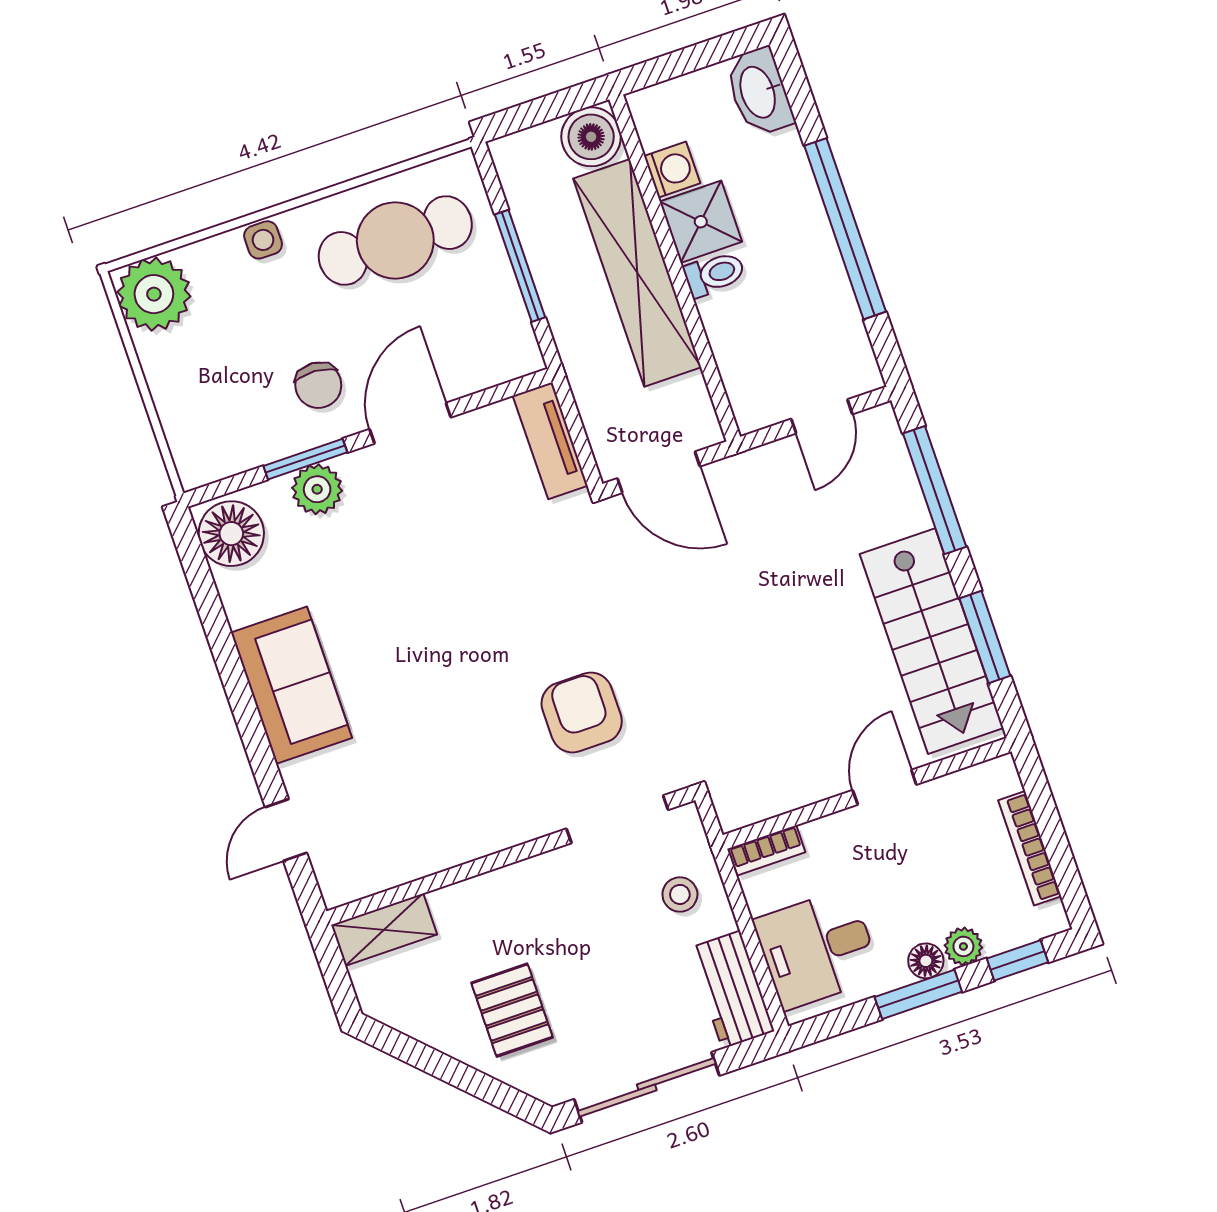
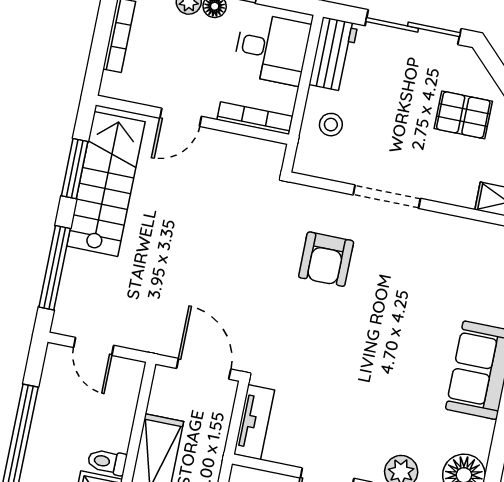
door: (822, 416) -> (94, 346), swing flipped
doorway: (617, 819) -> (387, 197), moved
bookcase: (767, 850) -> (255, 118), width x1.56
pallet: (512, 1010) -> (463, 115), turned 90

